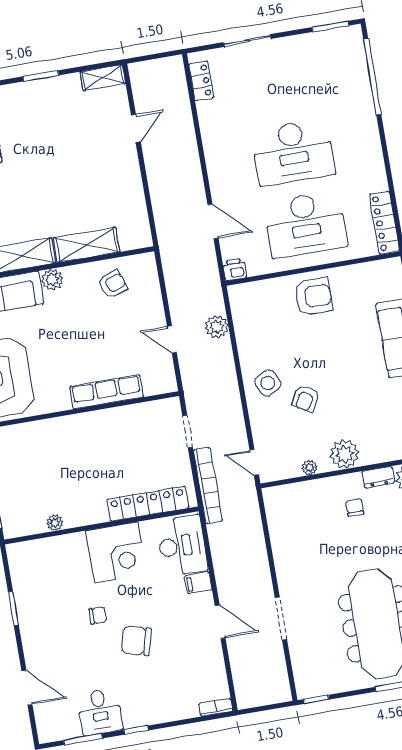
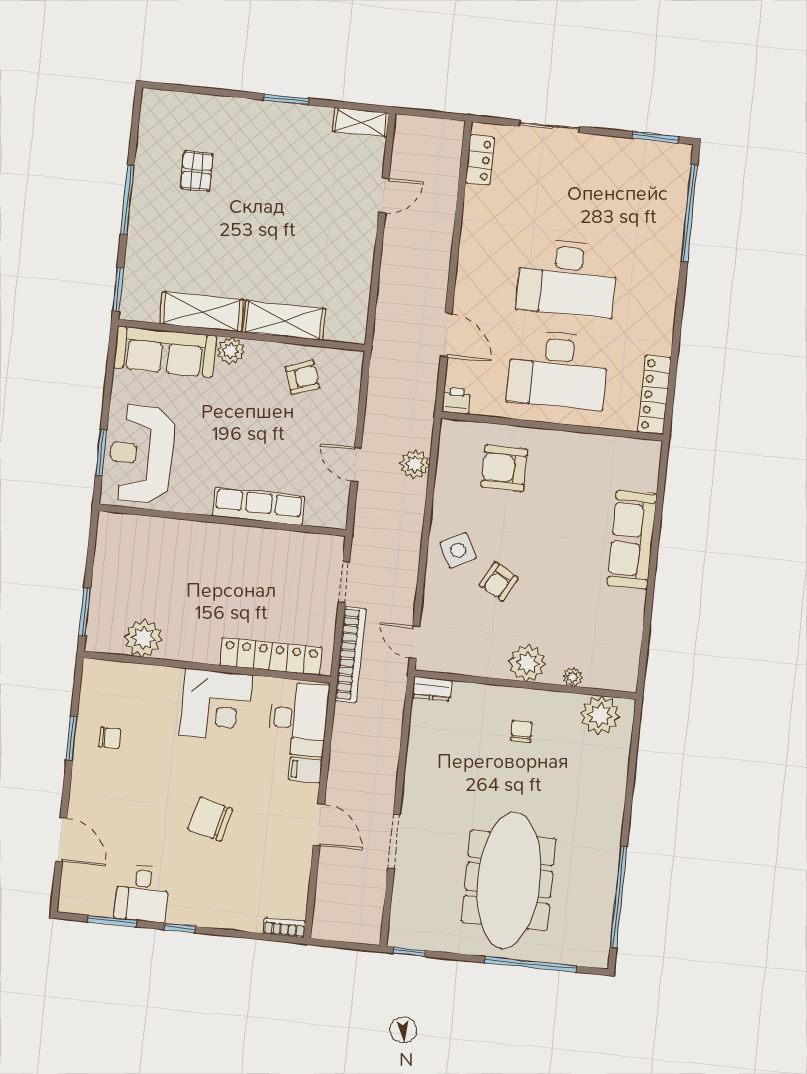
armchair: (313, 297) -> (504, 468), moved, turned 180
plant: (310, 468) -> (573, 677), moved
dresser: (378, 477) -> (432, 689), moved
plant: (55, 523) -> (143, 638), width x1.88, depth x1.88
chair: (98, 615) -> (110, 738), moved

